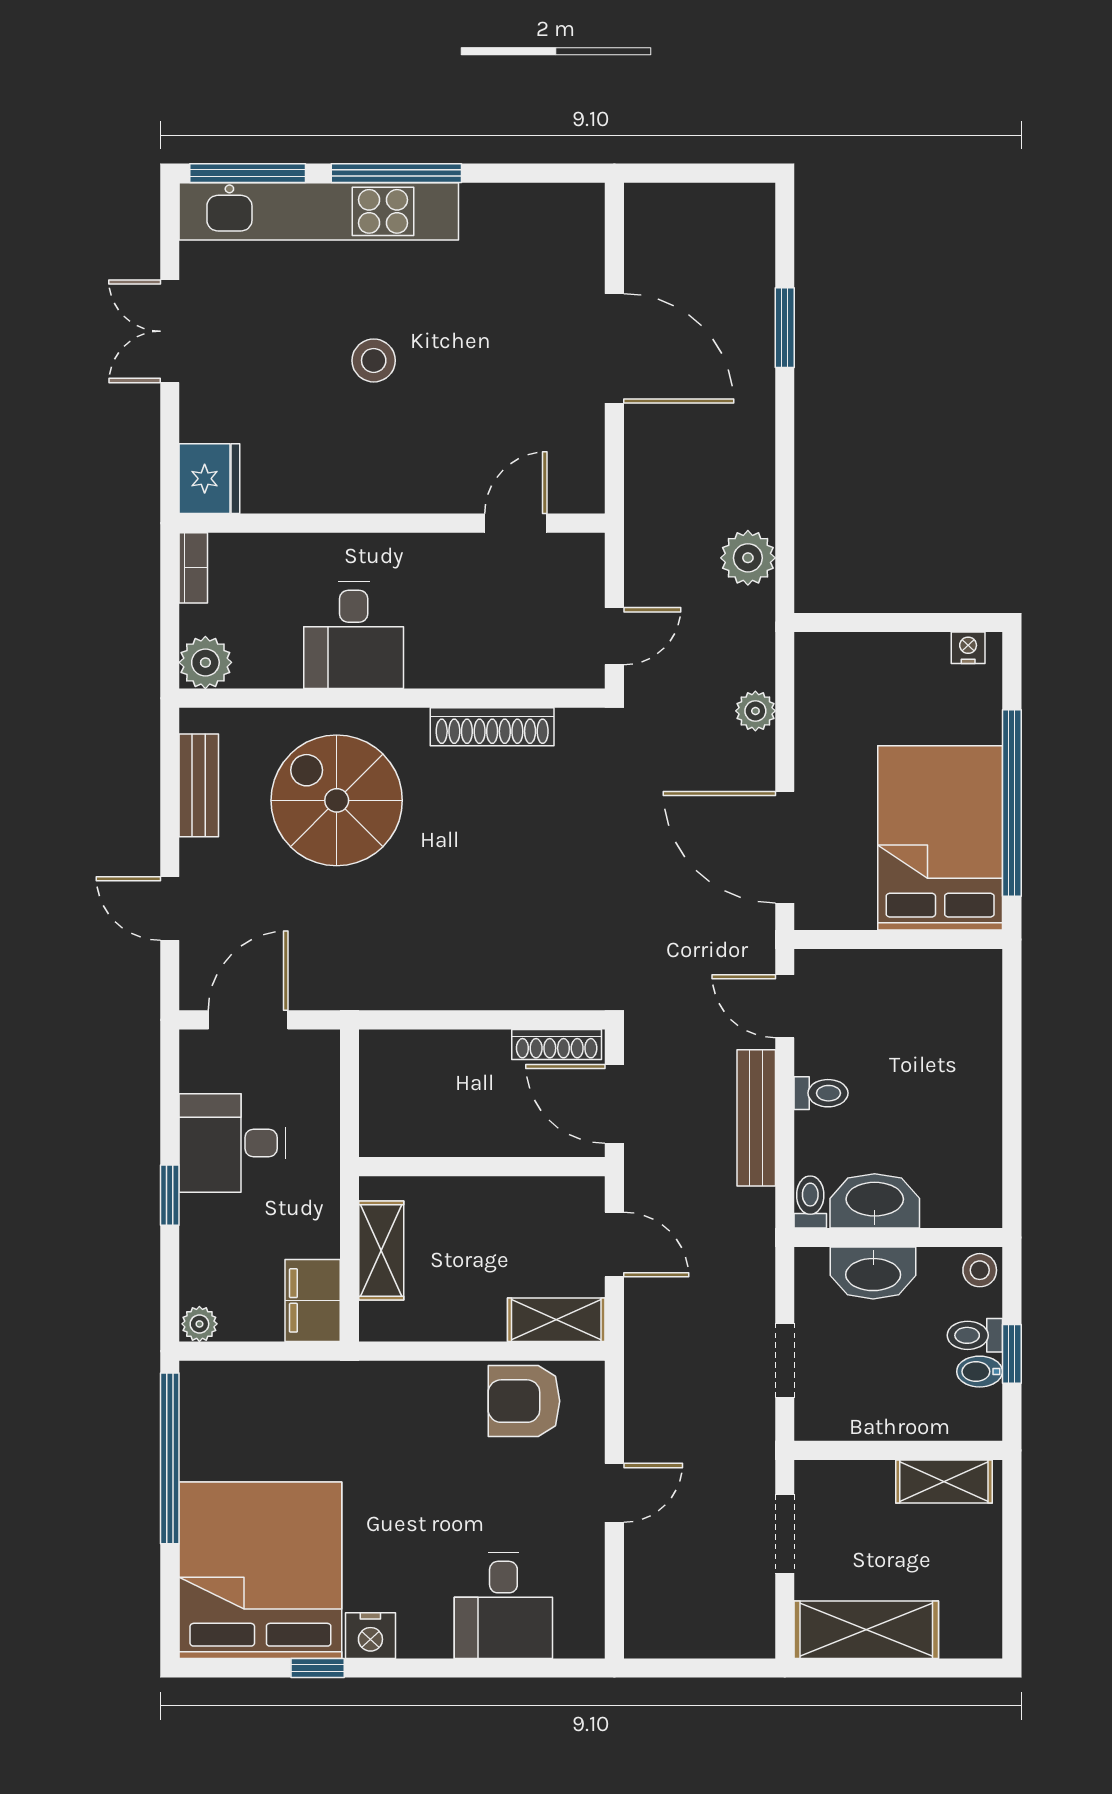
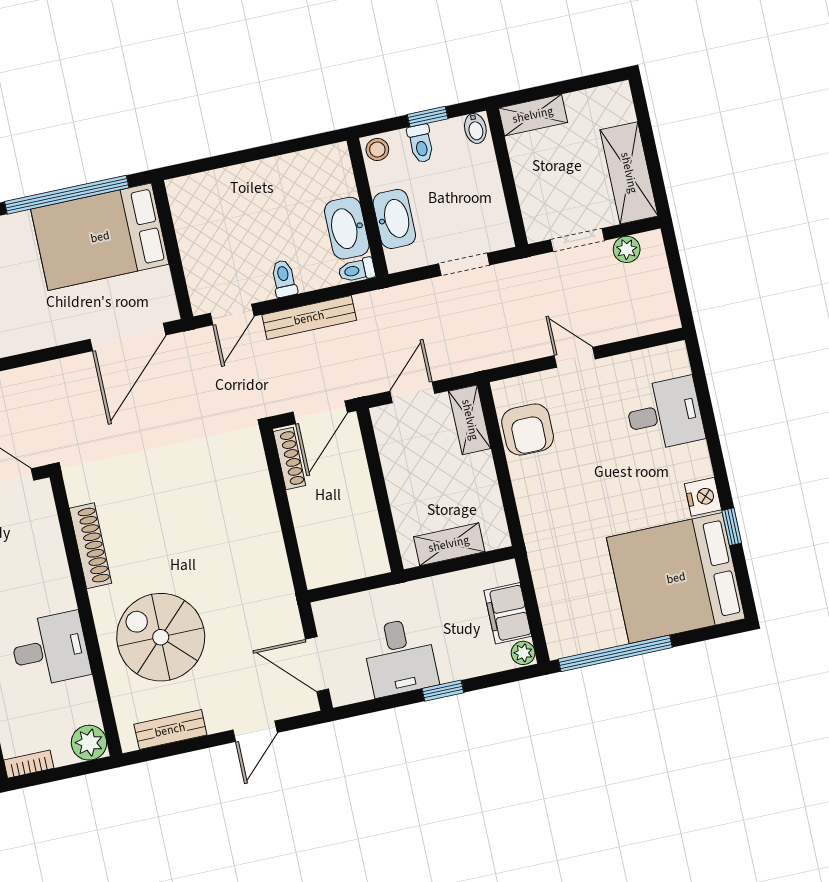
plant: (755, 711) -> (627, 249), moved
spiral stairs: (337, 800) -> (161, 637), turned 90
filing cabinet: (313, 1300) -> (508, 613), moved, turned 90
bidet: (980, 1372) -> (475, 128), moved
shelving: (944, 1482) -> (533, 115), moved, turned 90

